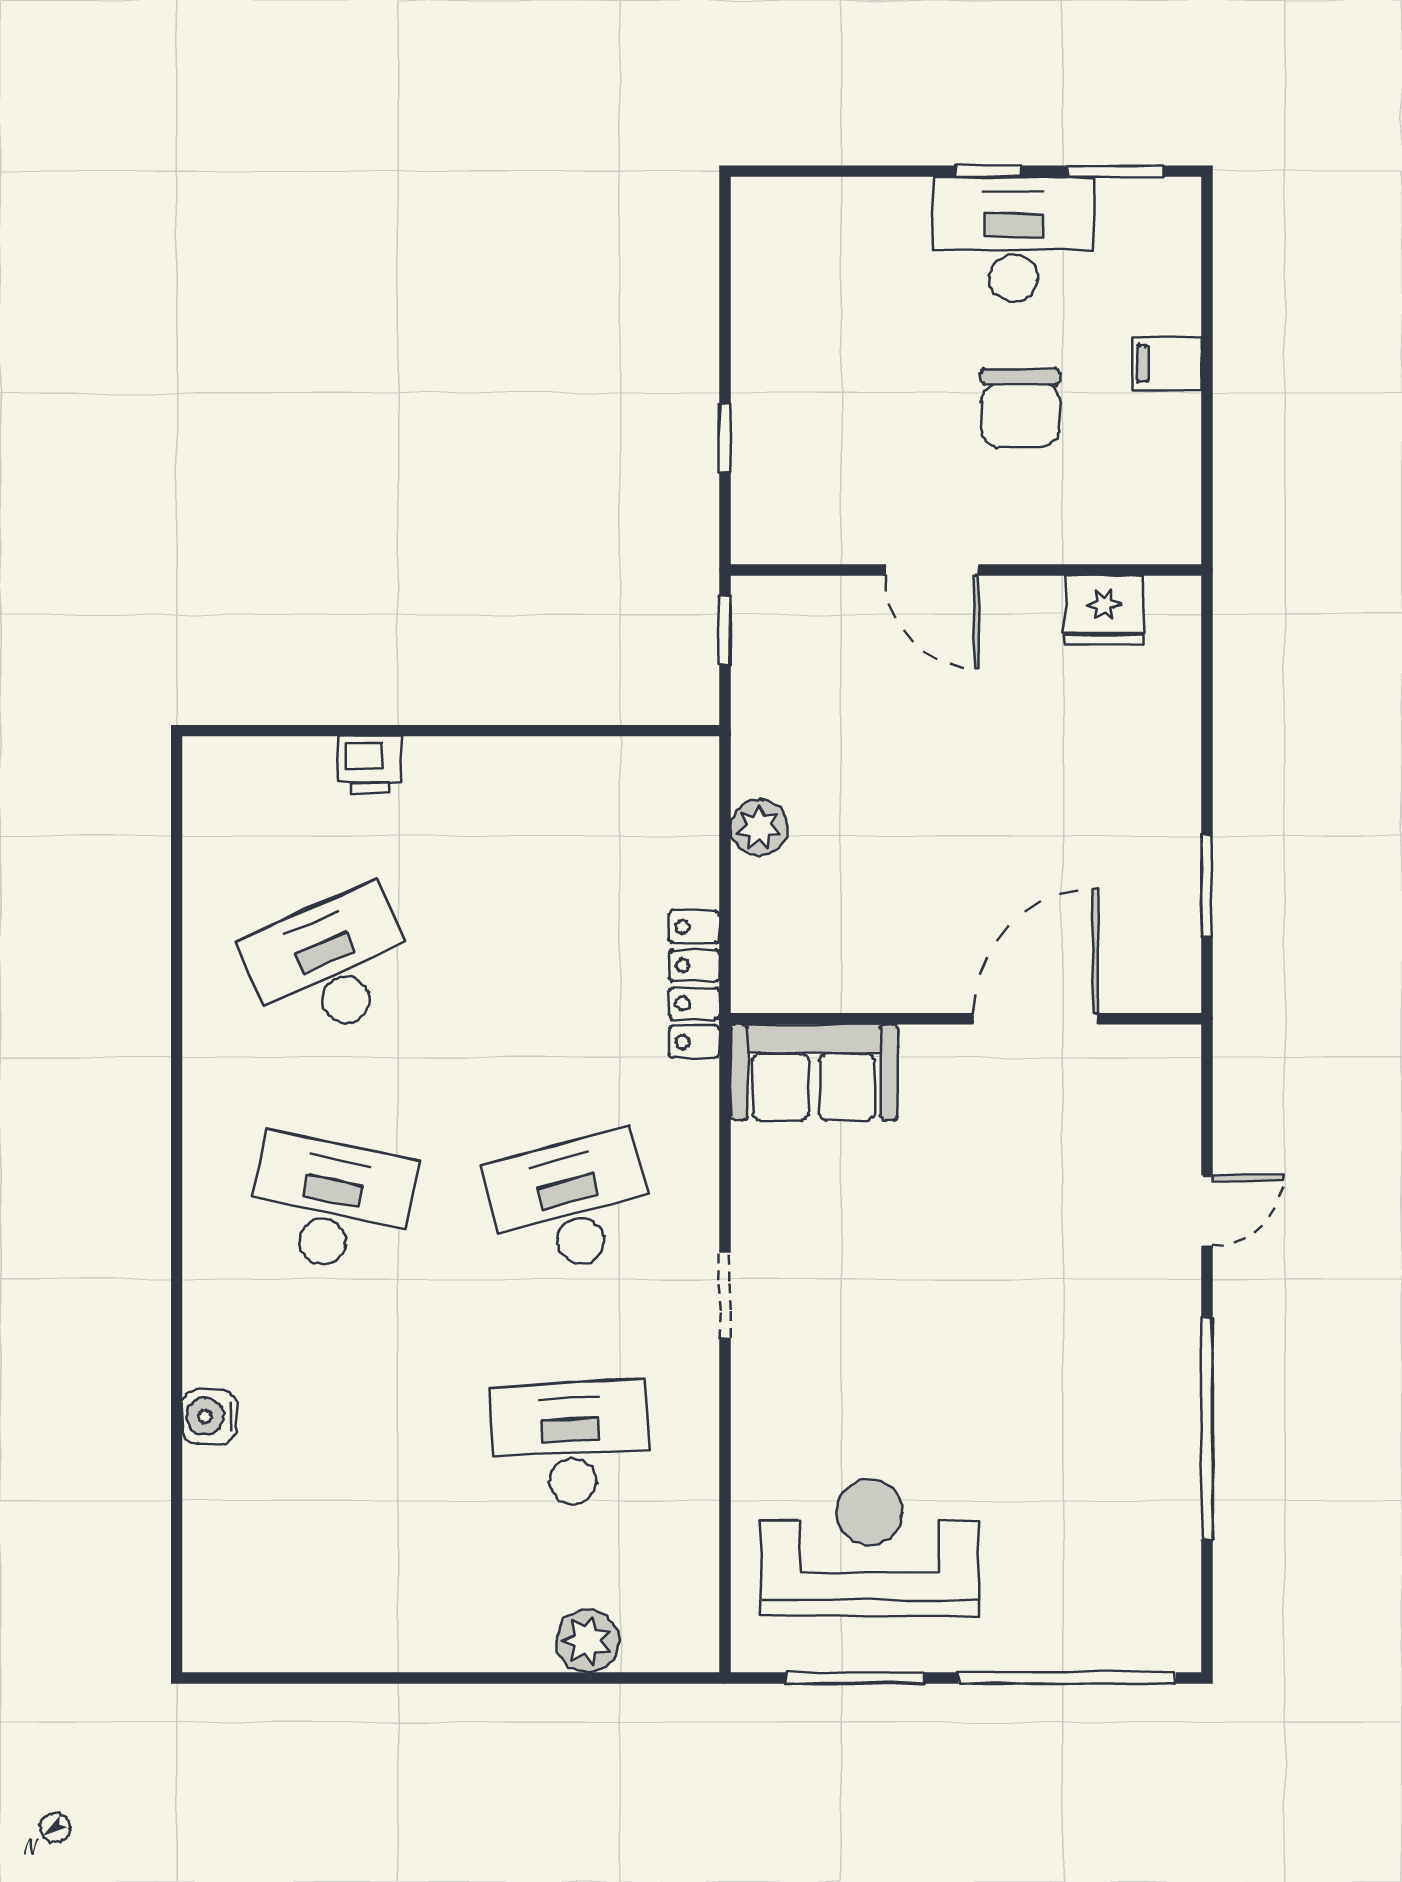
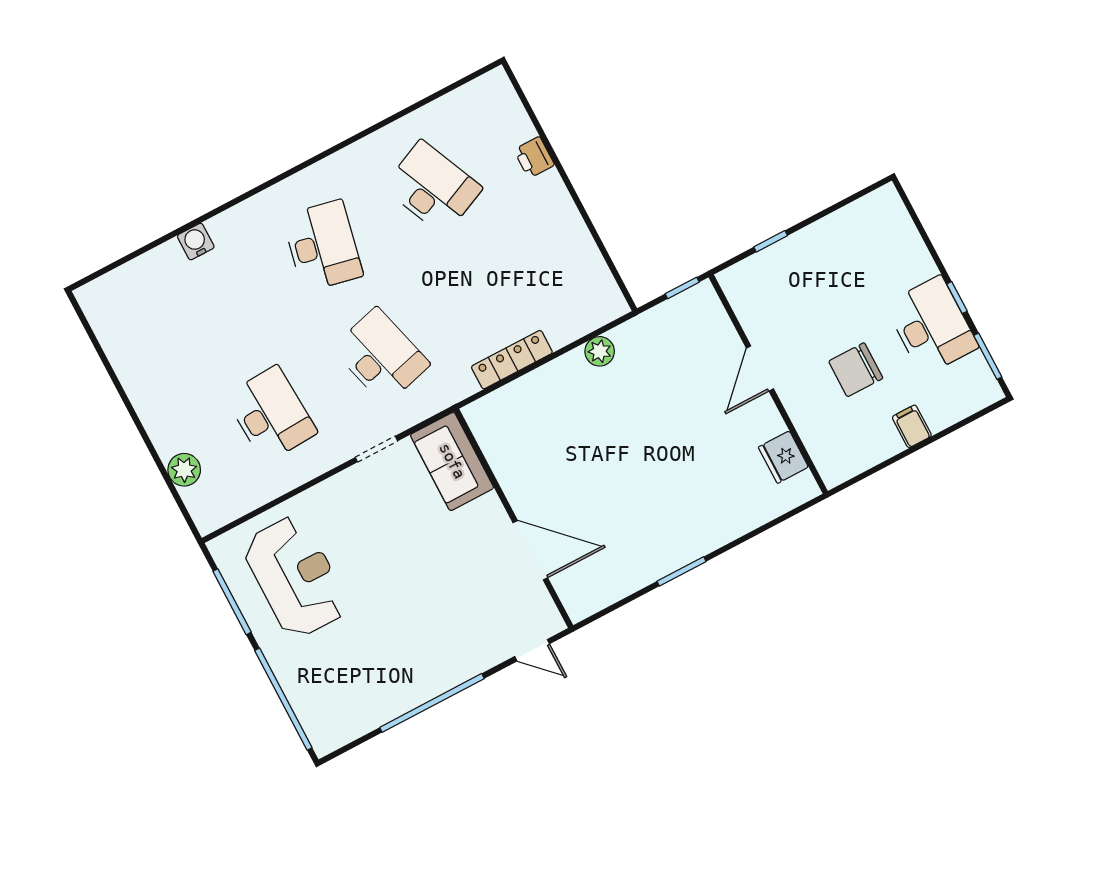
wall: (966, 1019) -> (514, 518), moved
door: (1035, 1019) -> (530, 550), moved
sofa: (814, 1072) -> (452, 461), moved

